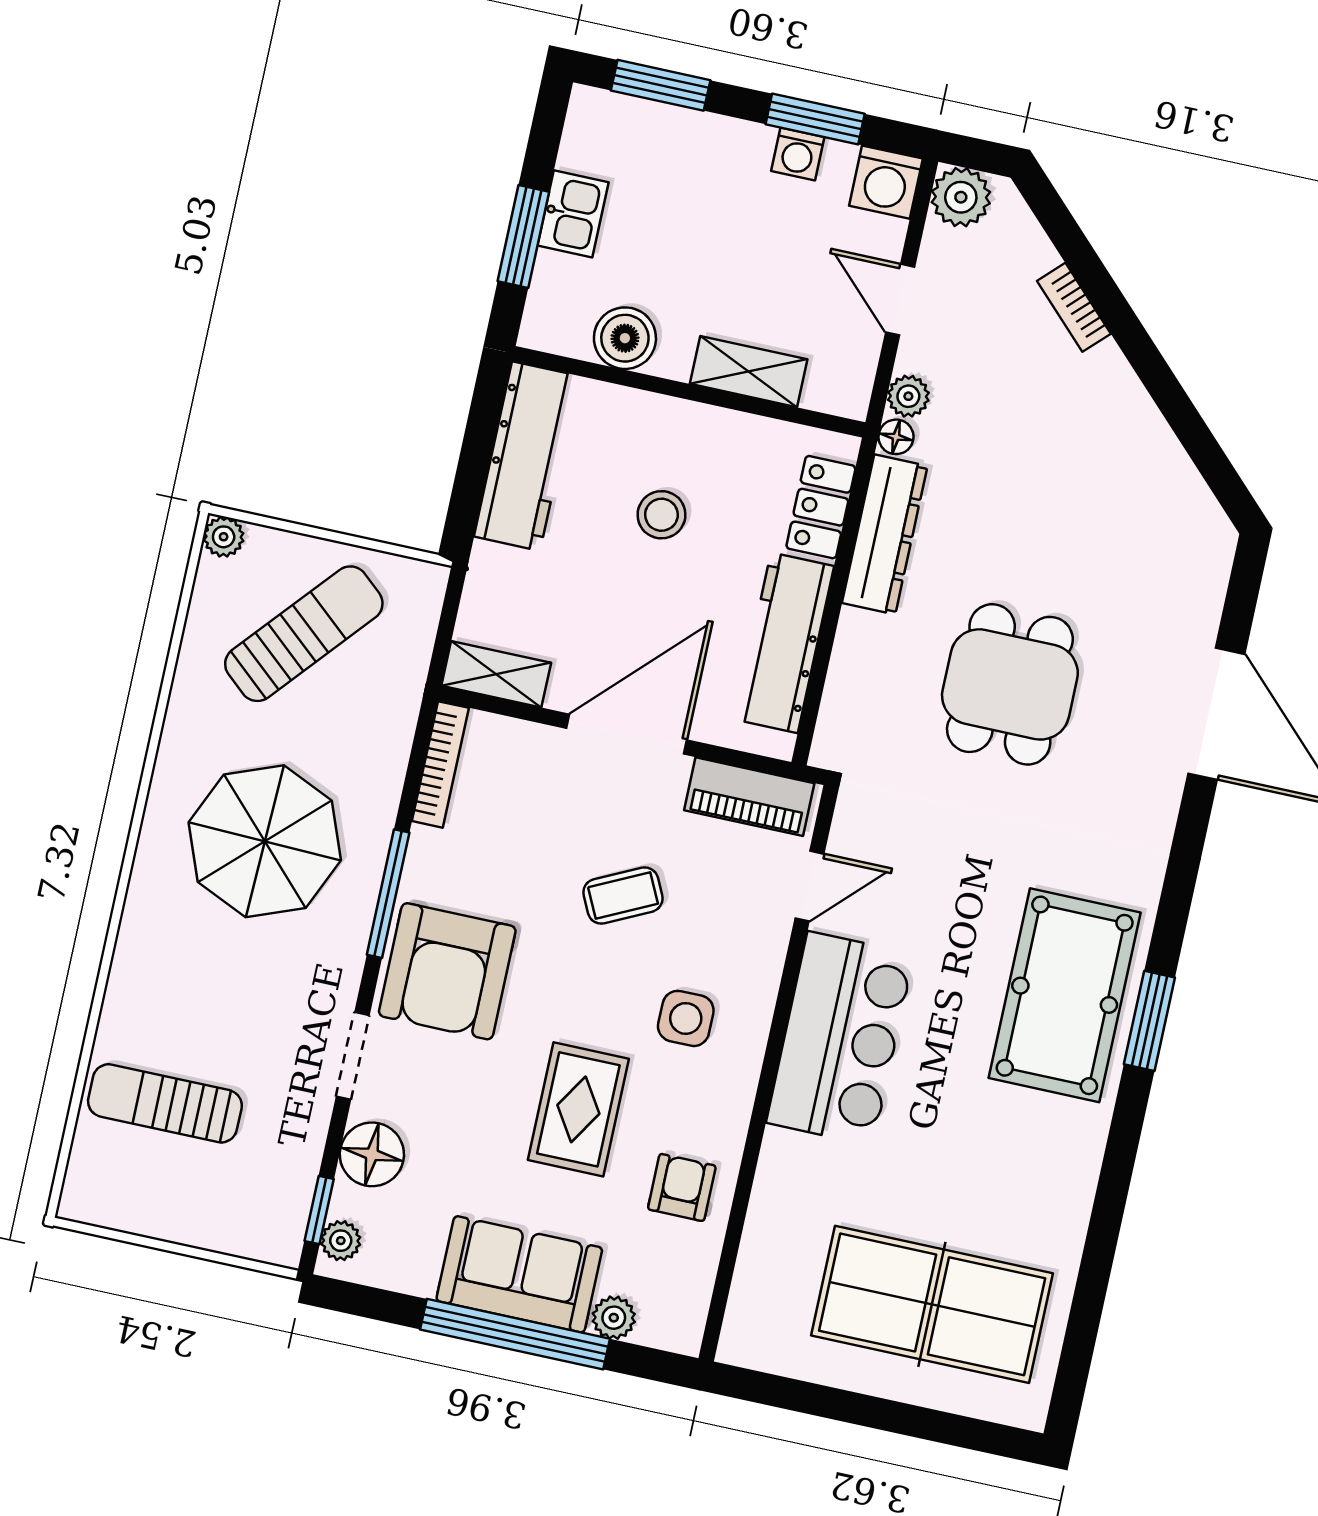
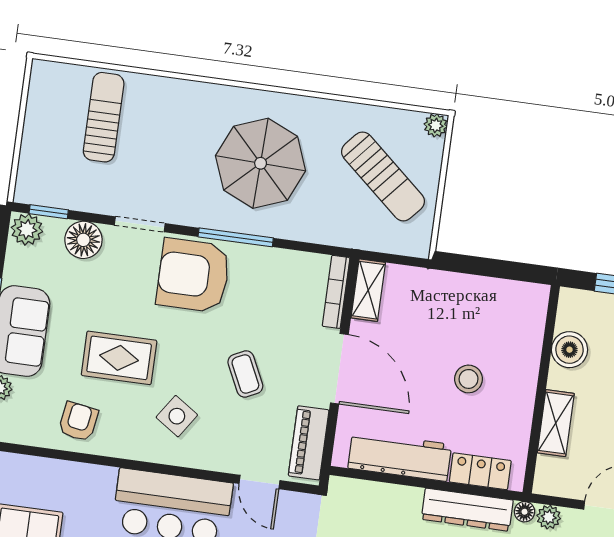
workbench: (526, 456) -> (496, 298), removed
bookcase: (440, 764) -> (336, 292), moved, turned 90
side table: (686, 1018) -> (177, 416), turned 34
armchair: (682, 1187) -> (78, 422), turned -81
plant: (341, 1241) -> (27, 229), width x1.38, depth x1.38

